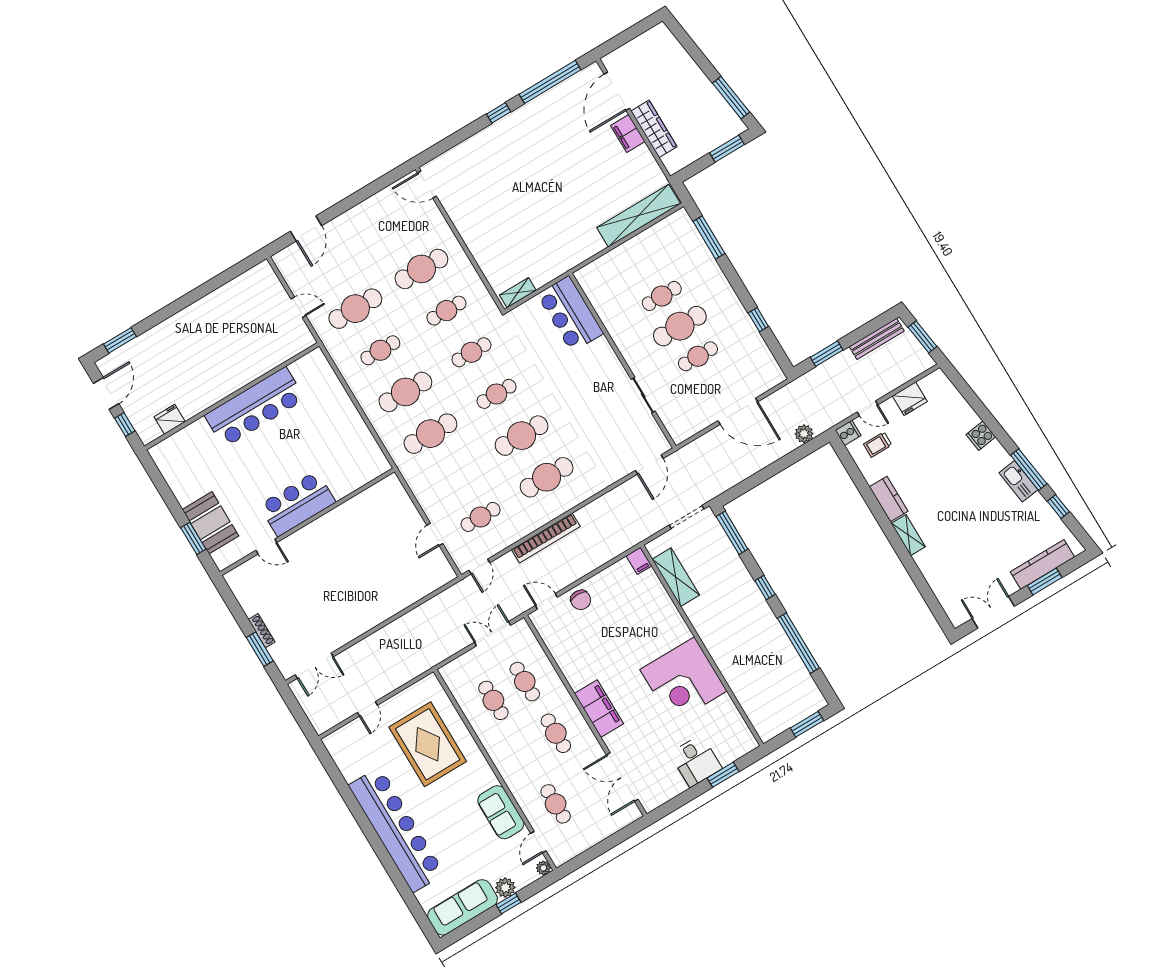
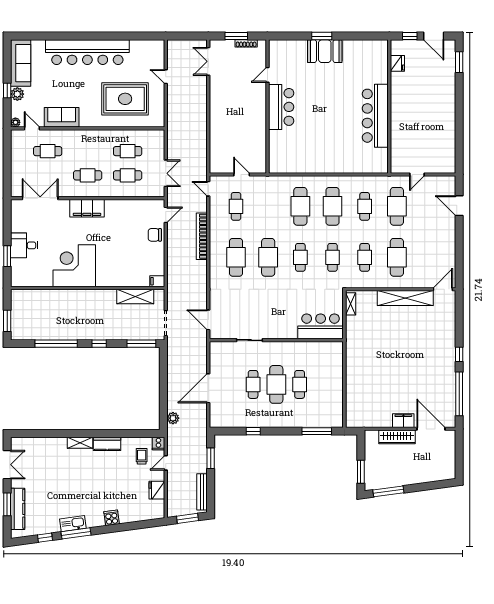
shelving: (639, 216) -> (405, 298), moved, turned 90
bar counter: (297, 504) -> (281, 107), moved
wall: (307, 522) -> (267, 106), moved
door: (266, 546) -> (267, 75), moved

